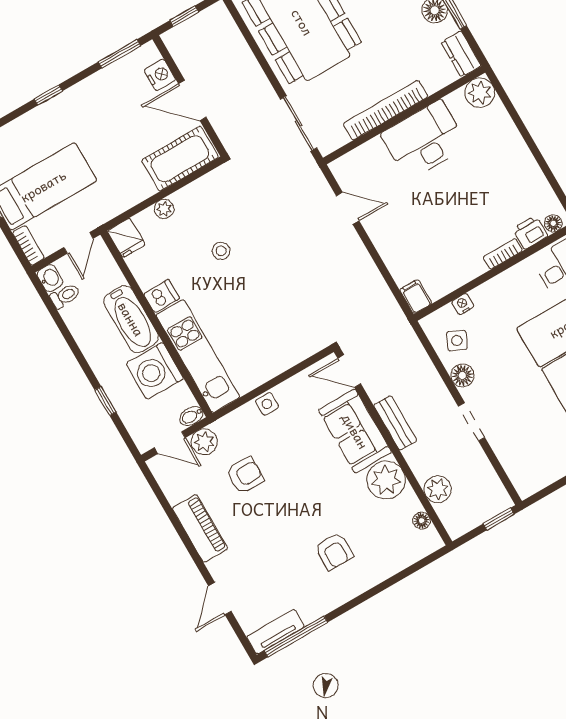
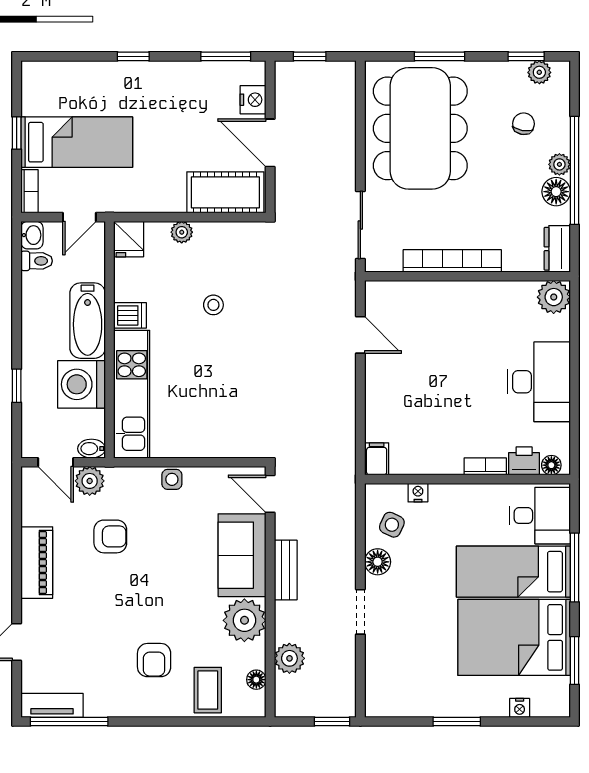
desk: (424, 140) -> (539, 382), moved, turned 90
coffee table: (389, 550) -> (208, 690), added

